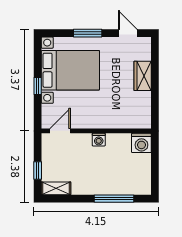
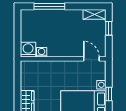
door: (60, 131) -> (91, 59), swing flipped
washing machine: (99, 140) -> (42, 52), moved

